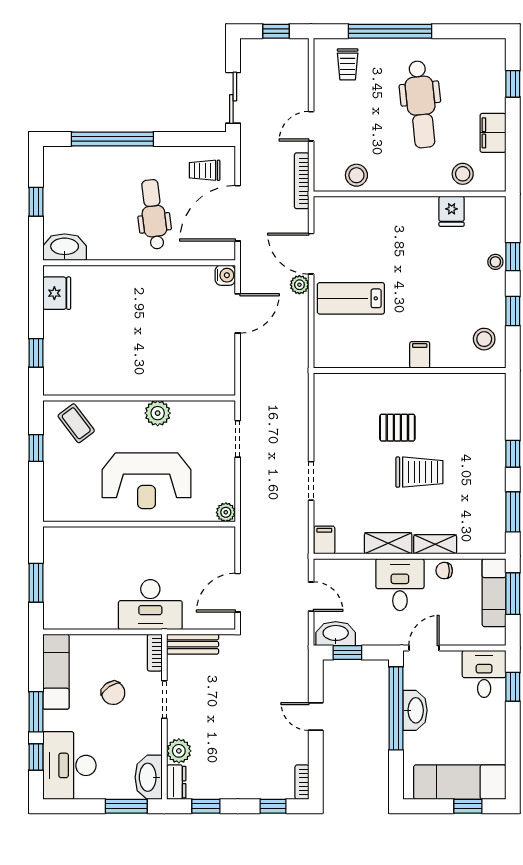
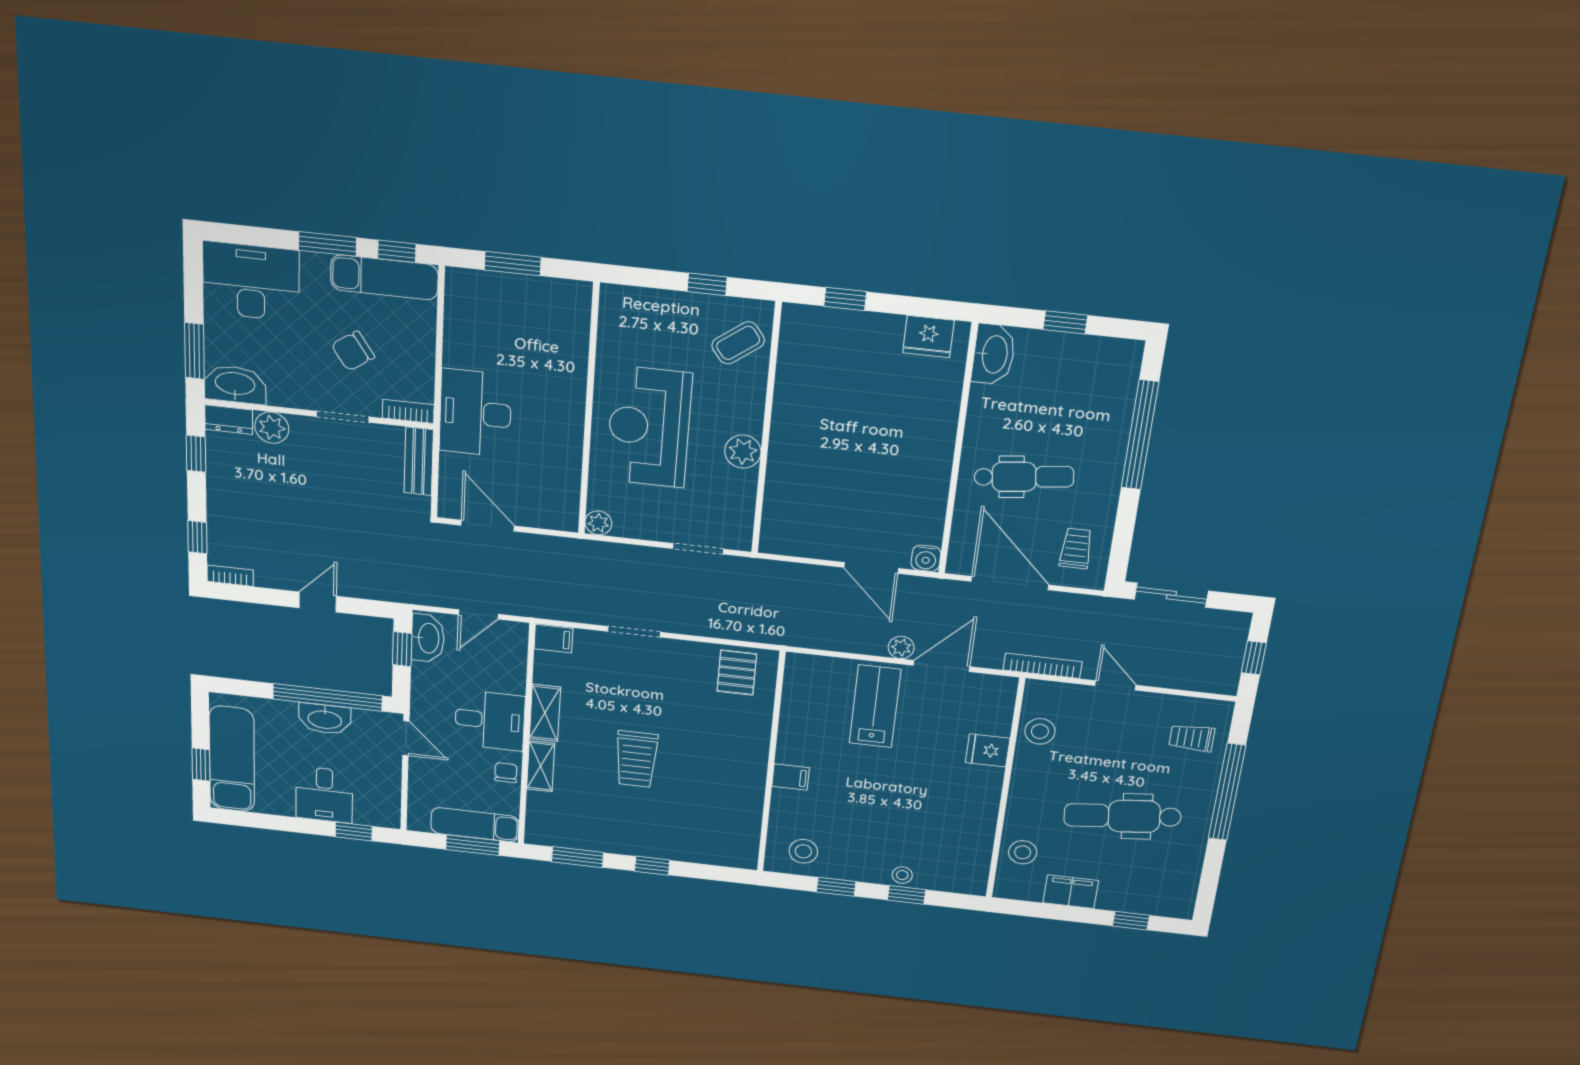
fridge: (452, 211) -> (988, 750), moved
pallet: (397, 428) -> (737, 673), moved
desk: (484, 674) -> (324, 795), moved, turned 90
window: (36, 757) -> (397, 251), moved

